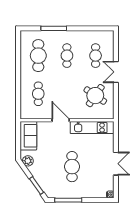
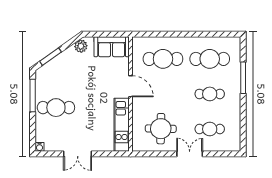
cafe table: (38, 94) -> (163, 59), width x1.37, depth x1.35
round table: (95, 96) -> (161, 129), turned -34
door: (61, 120) -> (131, 86), hinge flipped
cafe table: (72, 167) -> (56, 108), moved

